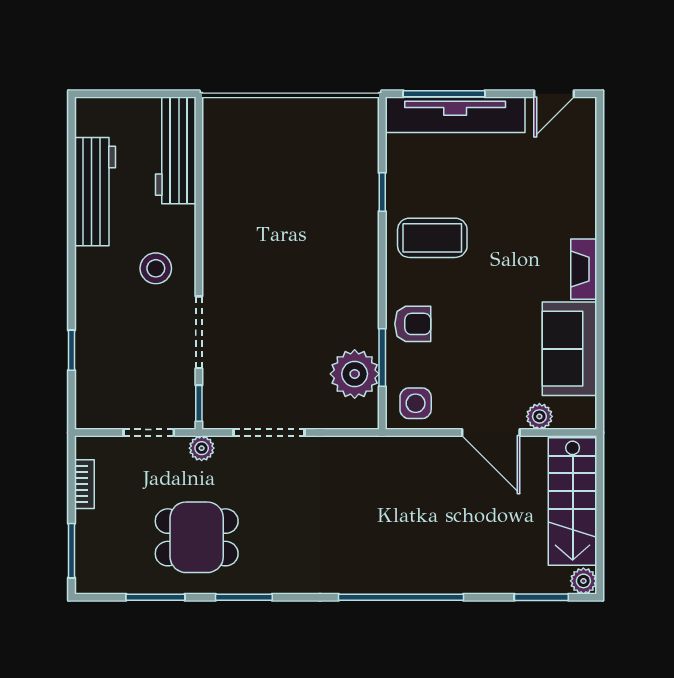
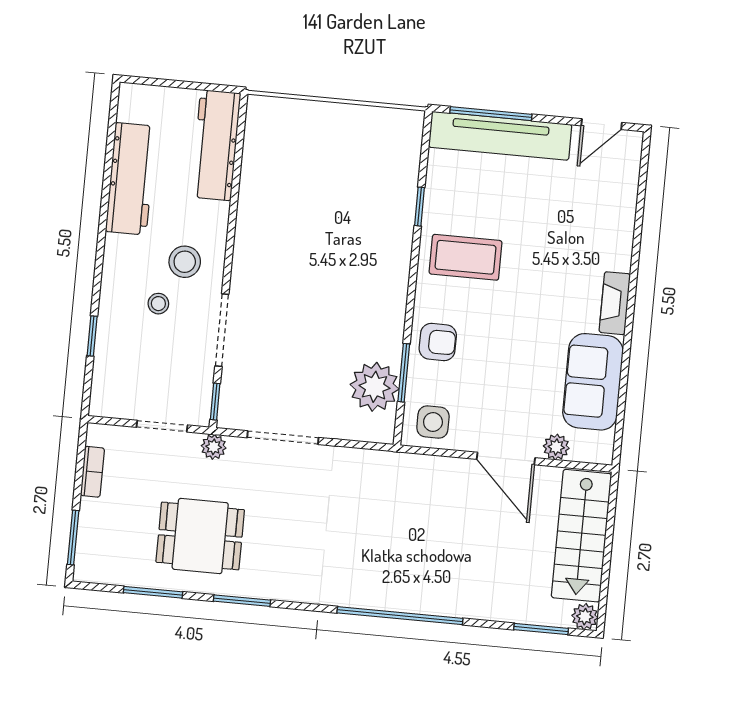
stool: (134, 312) -> (158, 304), added

